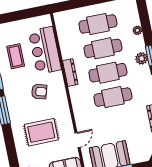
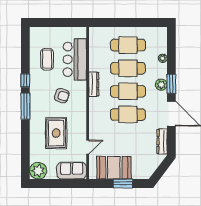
rug: (41, 132) -> (56, 133), turned 90

